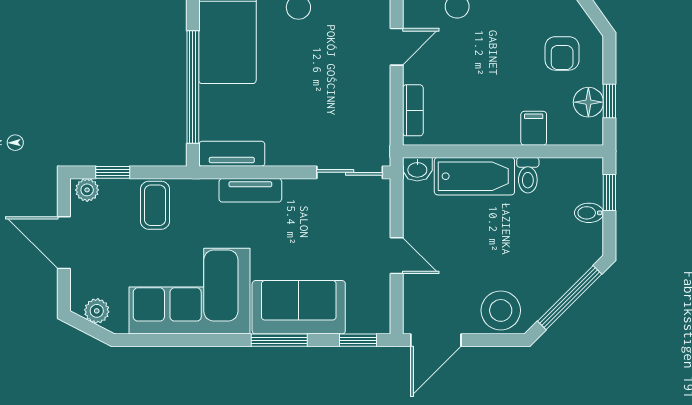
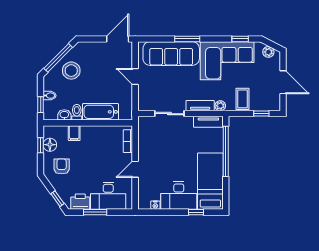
washbasin: (417, 169) -> (64, 115), moved
sliding door: (350, 172) -> (169, 114), moved
plant: (87, 190) -> (220, 106), moved
sofa: (299, 307) -> (171, 54), width x1.36
stool: (501, 310) -> (71, 71), moved
window: (358, 340) -> (240, 39), moved

